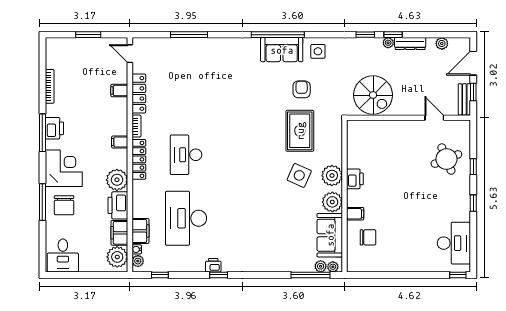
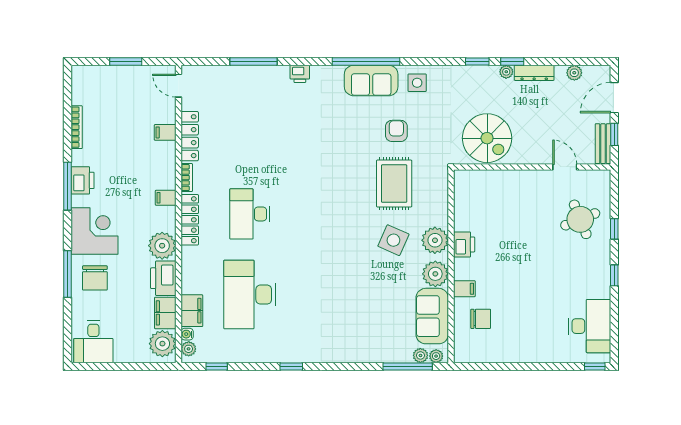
printer: (213, 265) -> (300, 74), moved, turned 180

